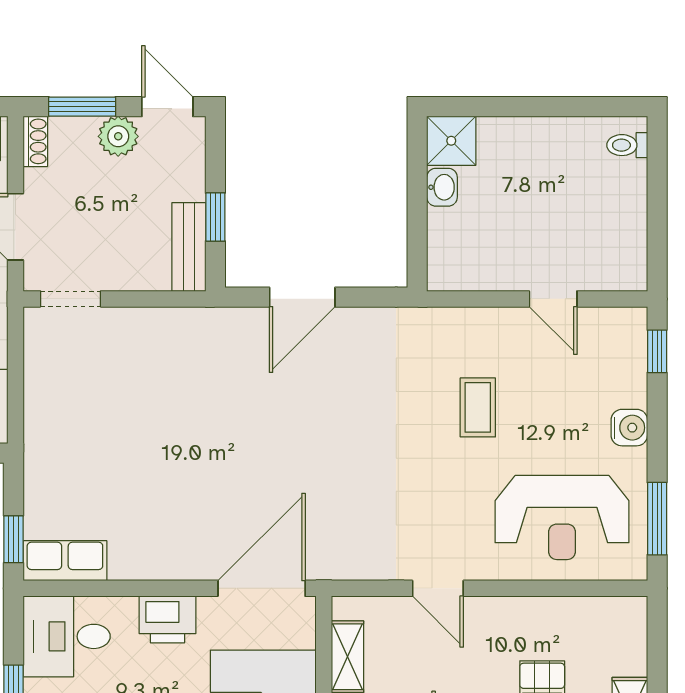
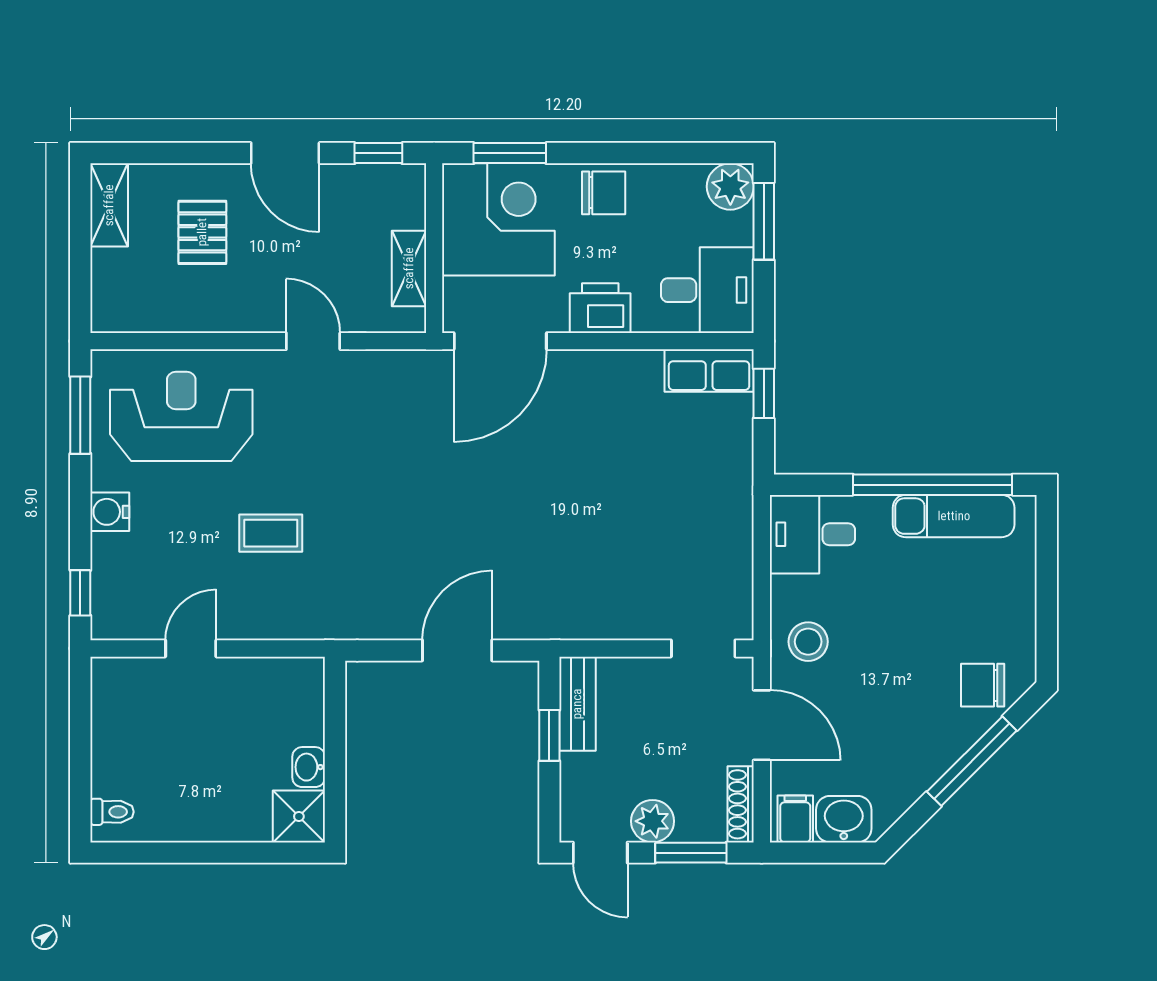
shoe rack: (35, 141) -> (741, 804), width x1.43
door: (553, 299) -> (191, 648), hinge flipped
coffee table: (478, 407) -> (271, 533), turned 90

